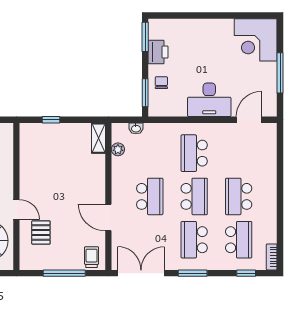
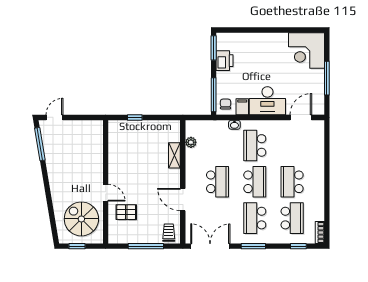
chair: (161, 83) -> (226, 104), moved
window: (145, 93) -> (214, 95), width x1.44
filing cabinet: (179, 107) -> (242, 107), added
washbasin: (136, 128) -> (234, 125), moved
shelving: (98, 138) -> (174, 155), moved
pallet: (41, 233) -> (126, 212), turned 90

